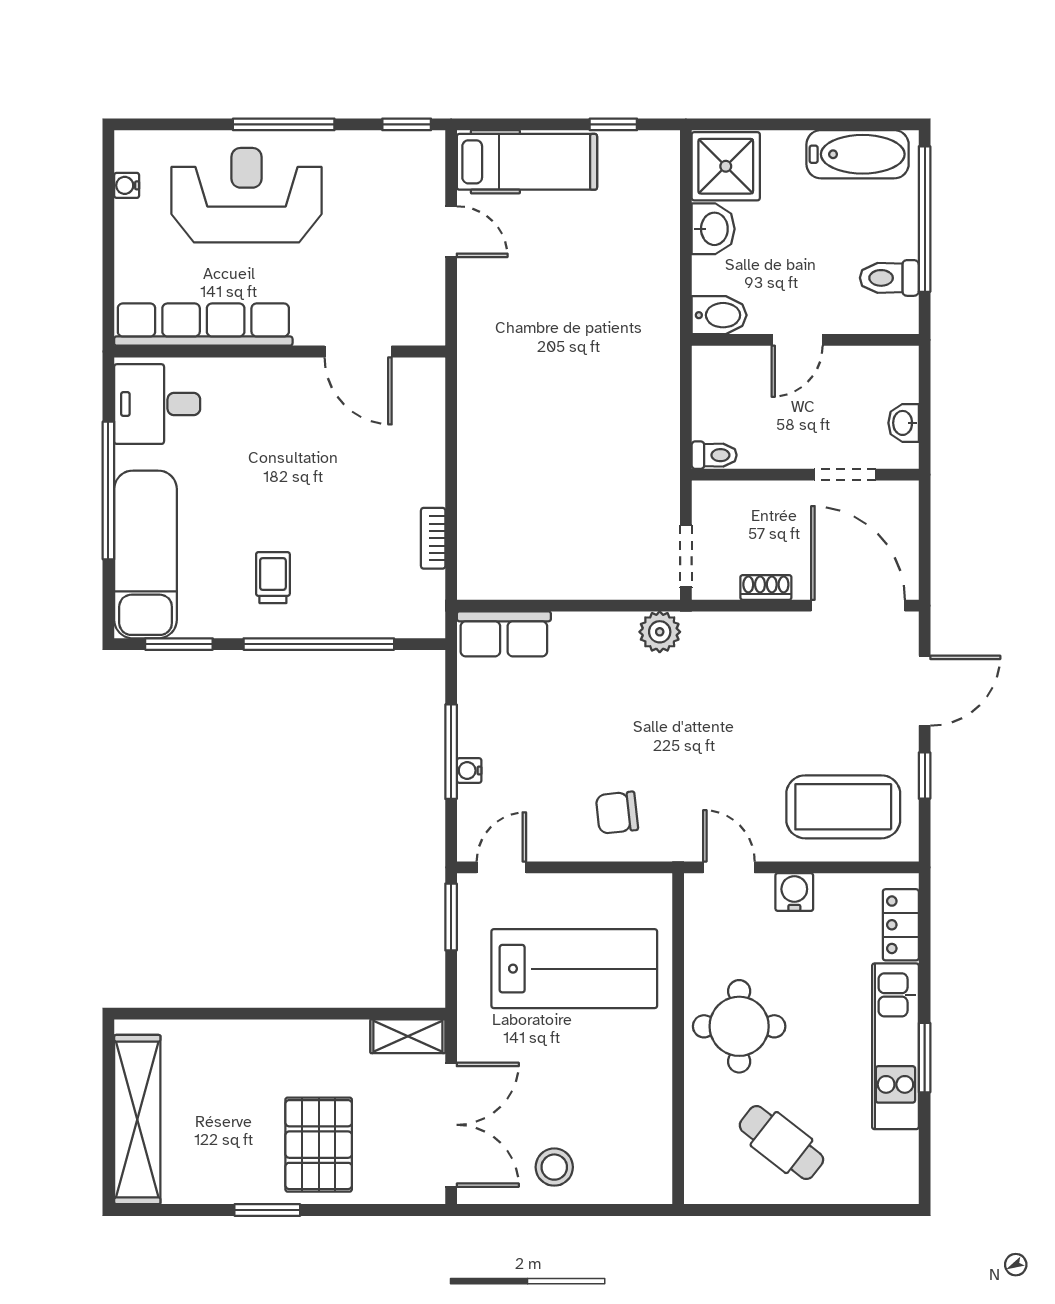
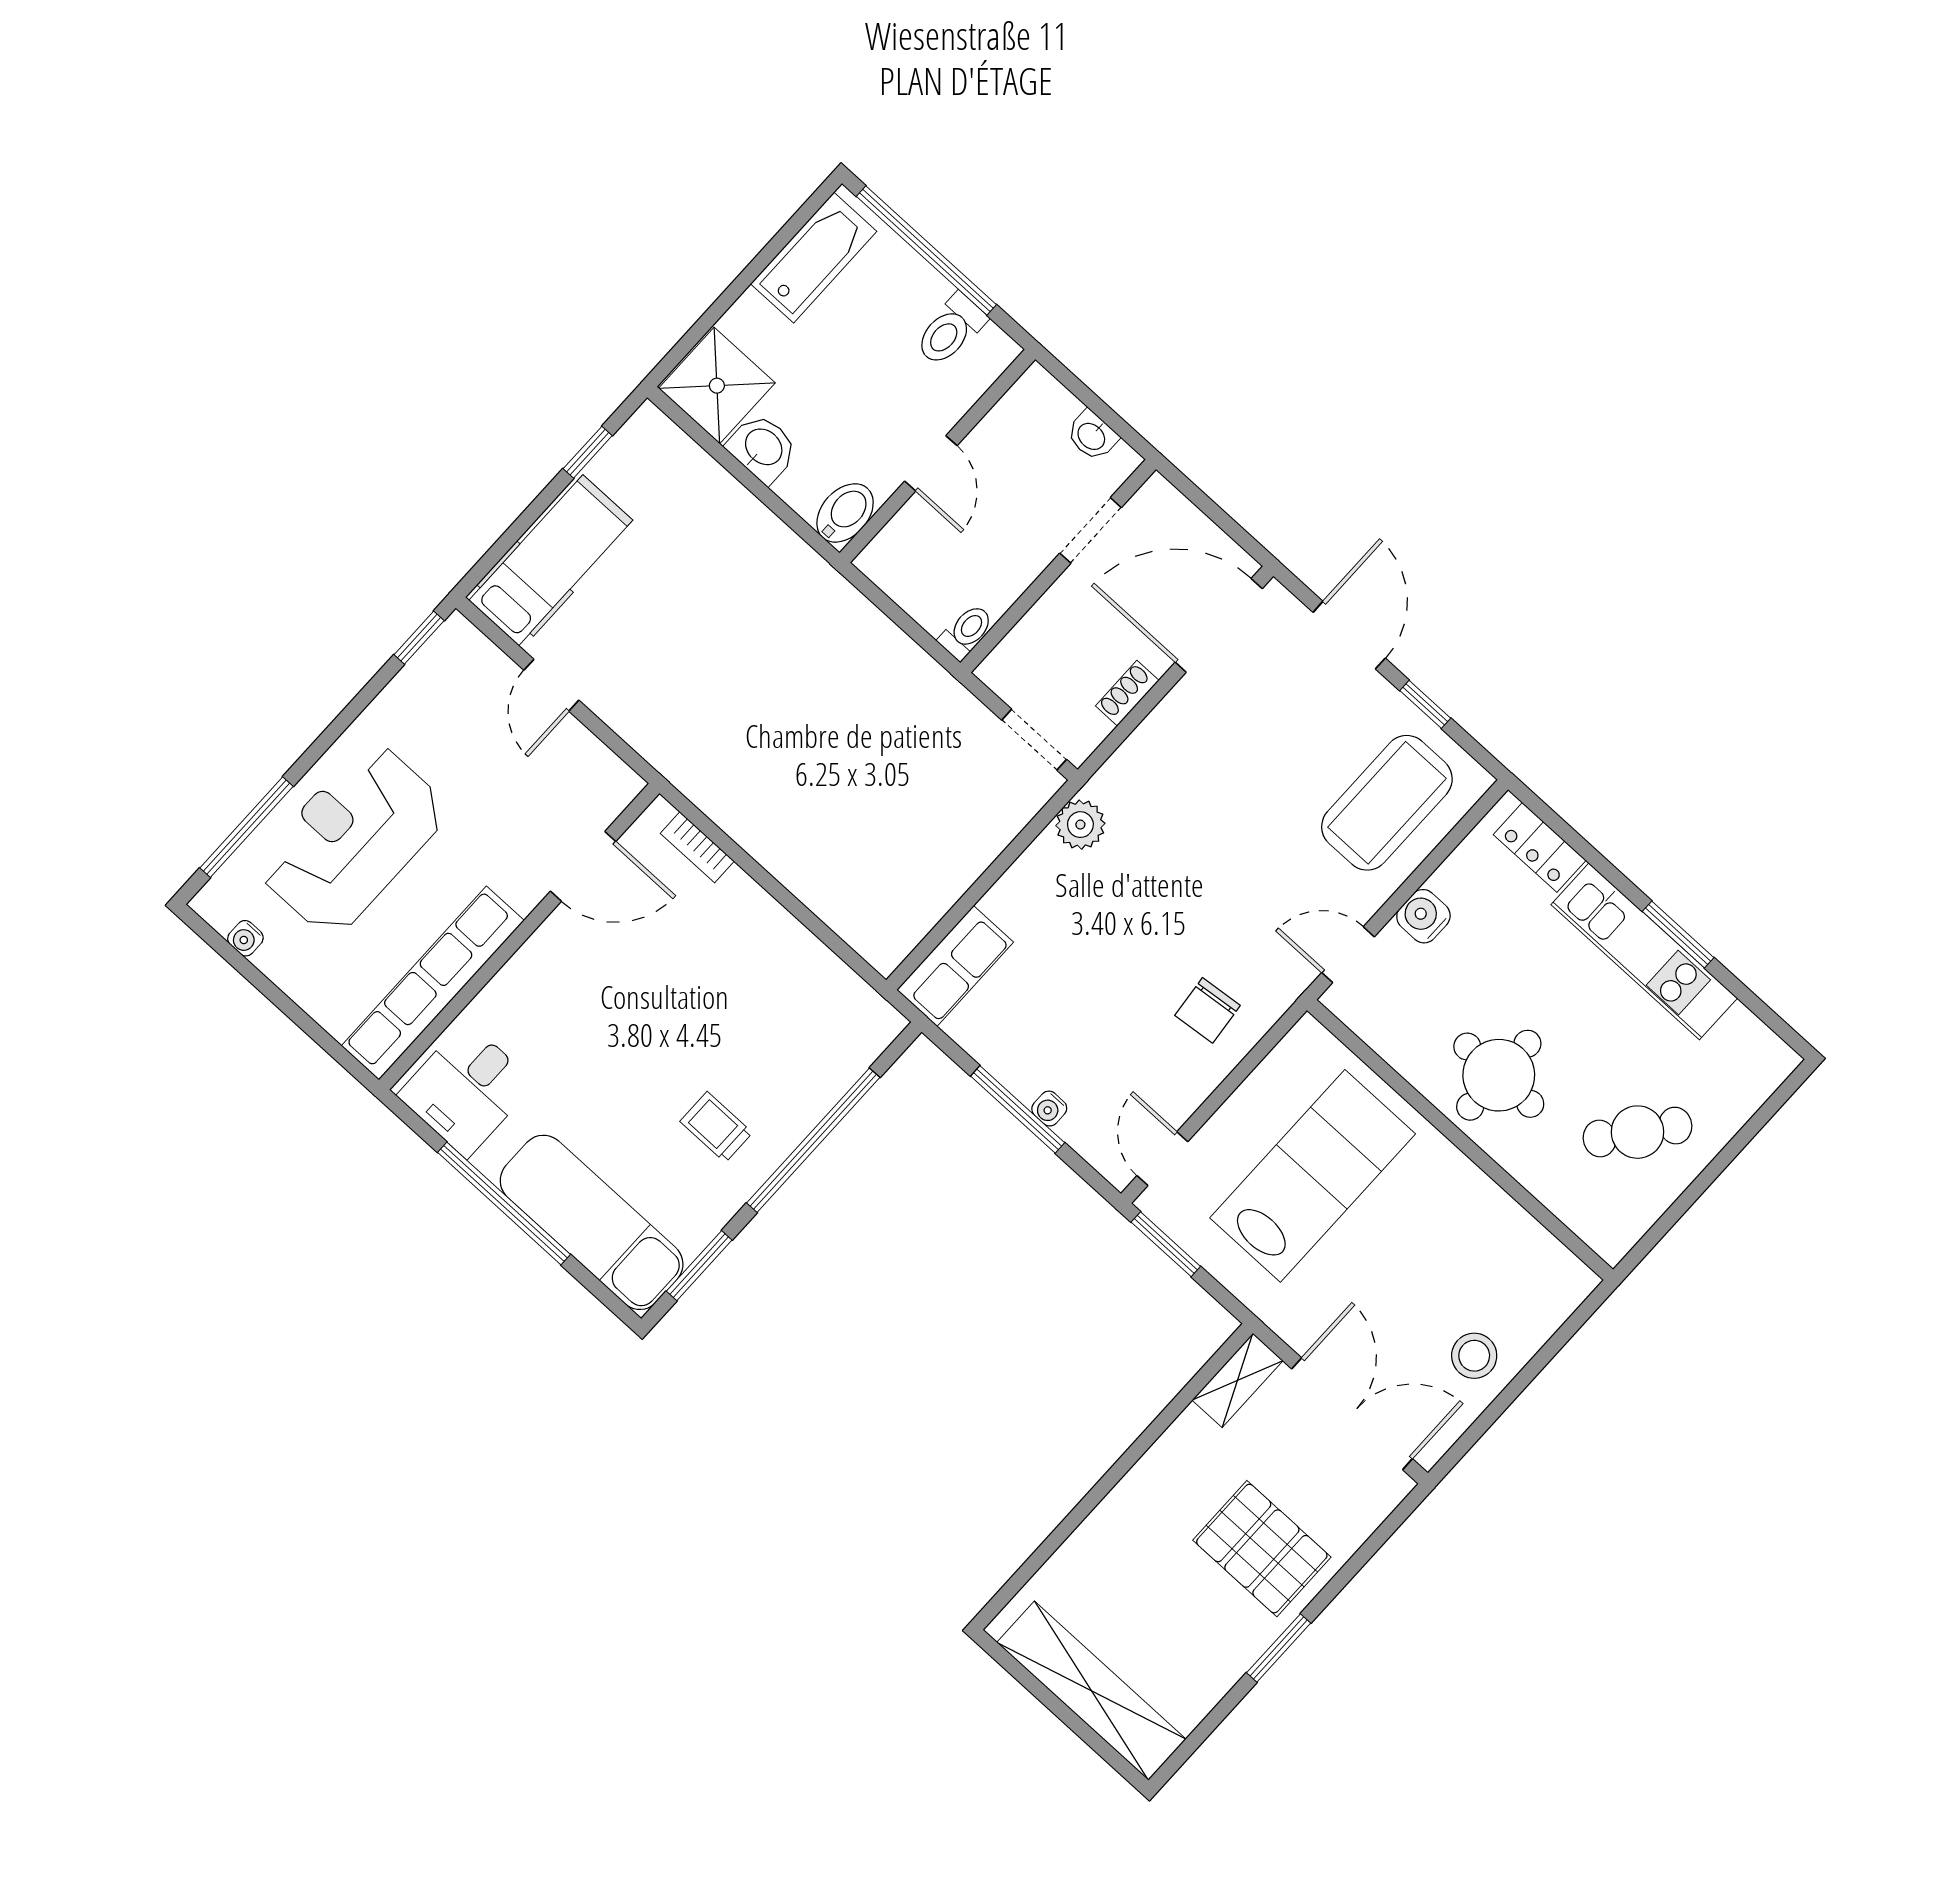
window: (284, 124) -> (247, 827), moved
door: (451, 232) -> (551, 685), swing flipped
bookcase: (433, 538) -> (697, 847), moved

